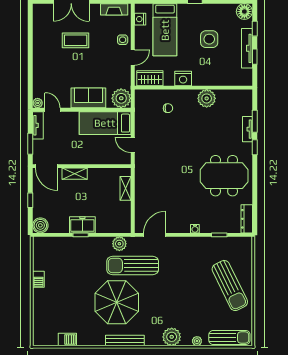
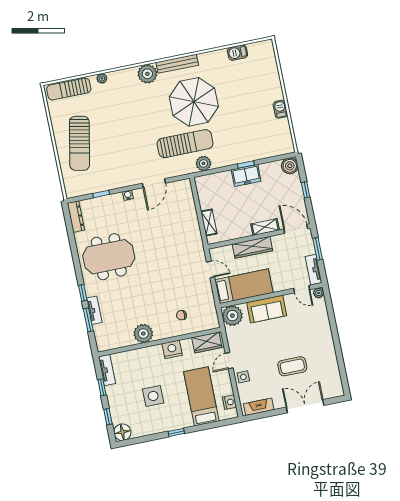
tv unit: (247, 48) -> (107, 370), moved, width x0.71
wardrobe: (90, 157) -> (252, 247), added
door: (155, 235) -> (154, 183), moved
sun lounger: (230, 286) -> (79, 143), turned -143
plant: (172, 337) -> (147, 74), moved

